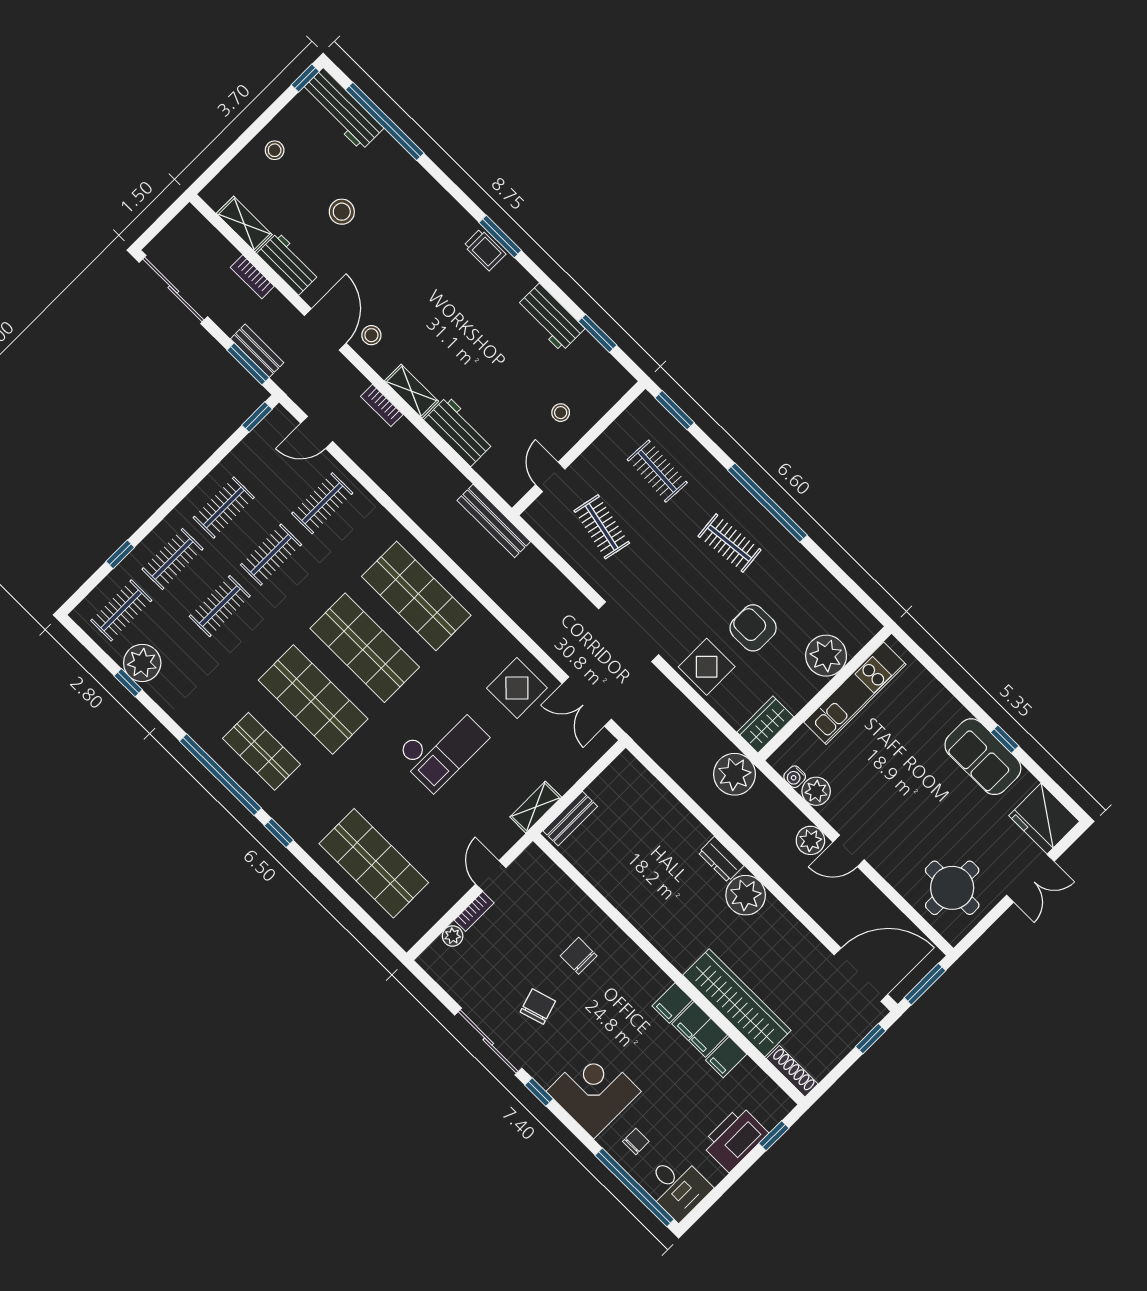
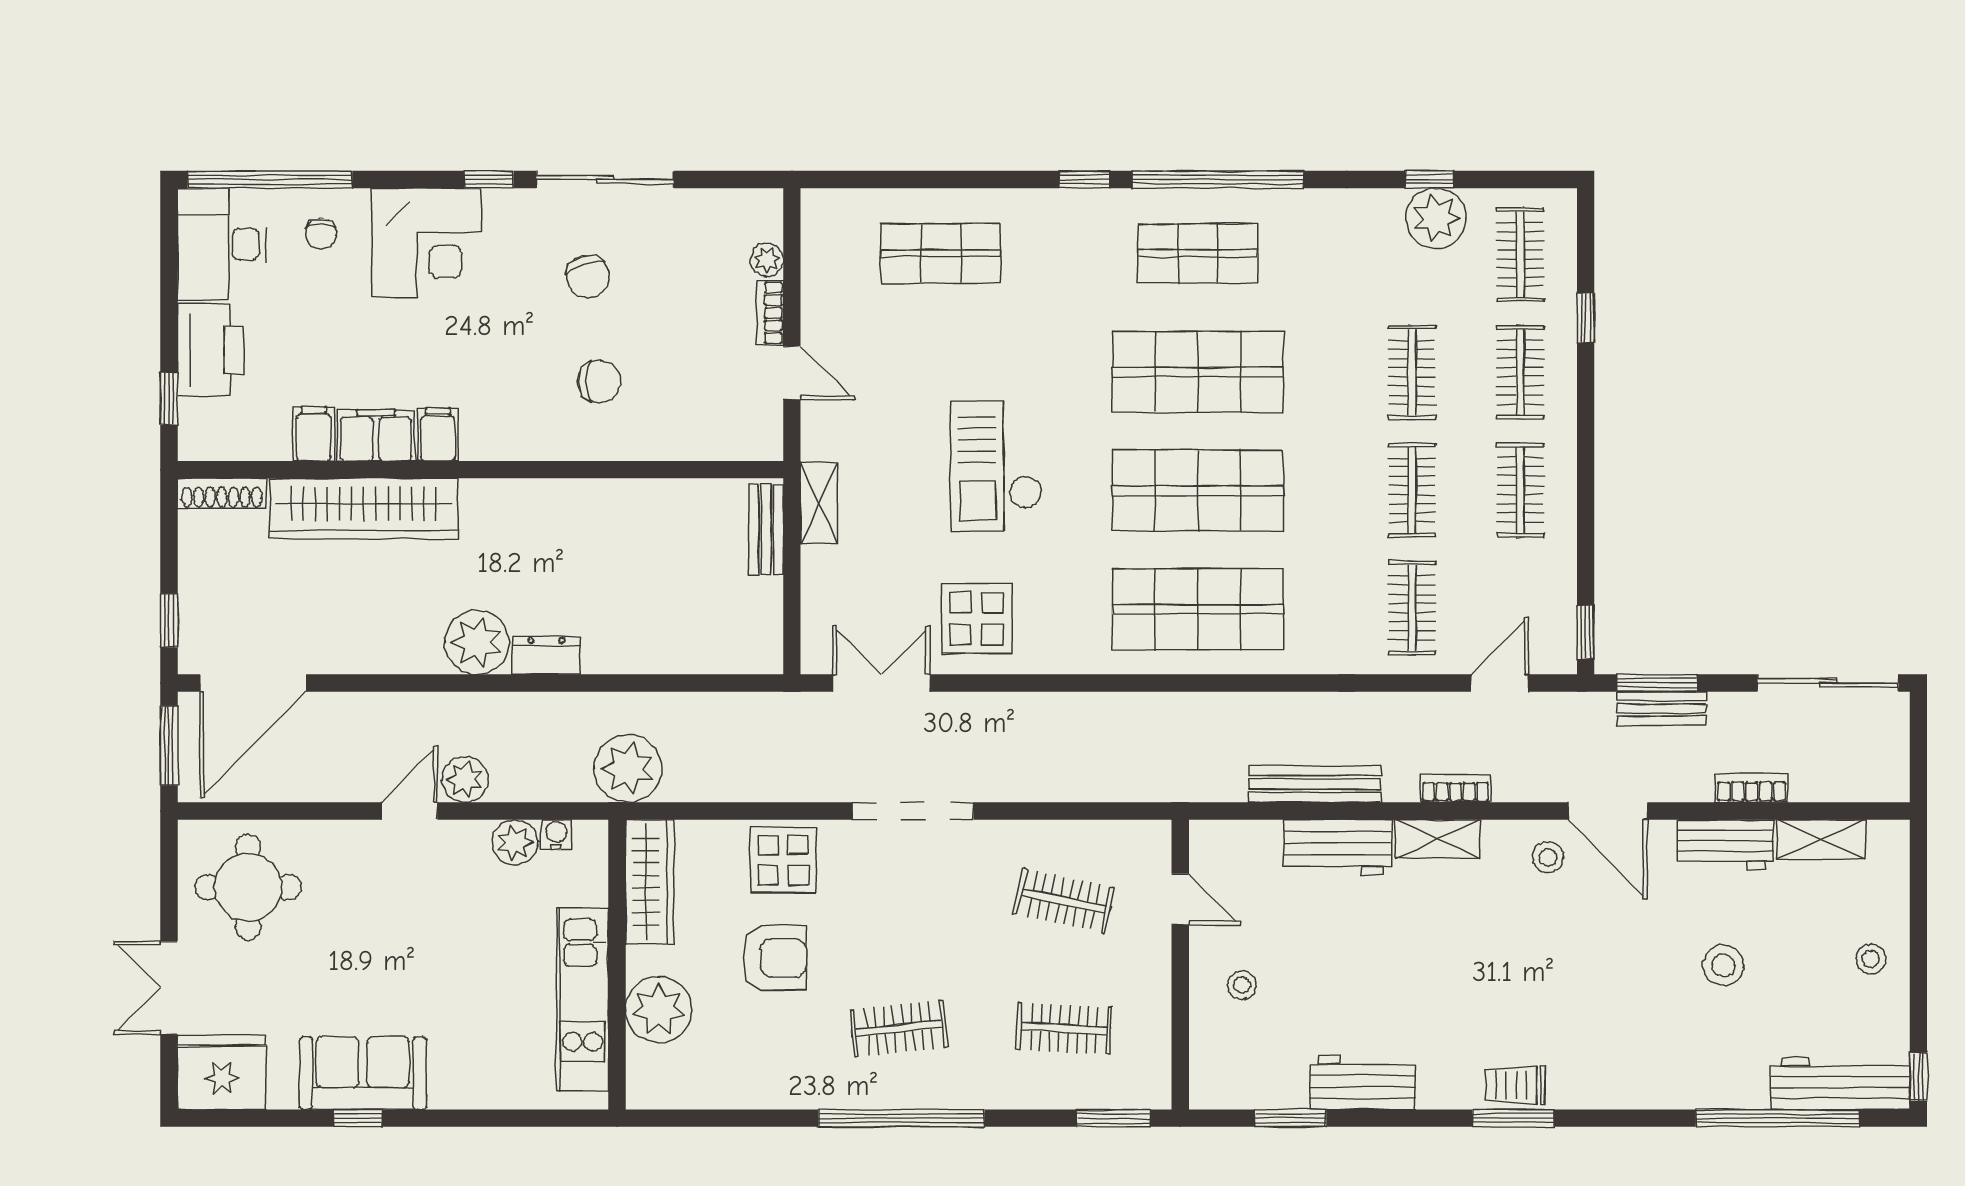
bench: (494, 521) -> (1315, 784), moved
wardrobe: (765, 724) -> (650, 882), width x1.50
shop shelf: (374, 863) -> (941, 253), width x0.70, depth x0.74
desk: (677, 1187) -> (222, 244), width x1.37

